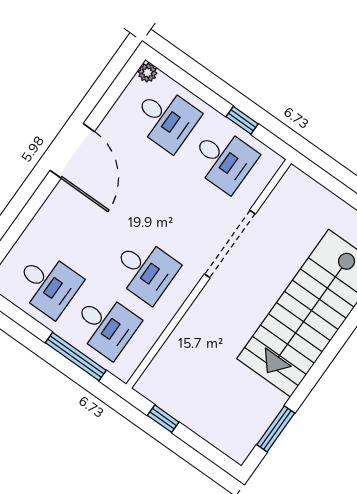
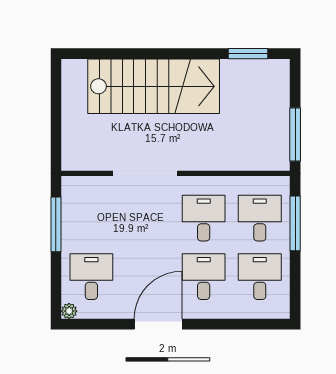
window: (242, 120) -> (56, 224), width x2.17
desk: (223, 159) -> (204, 277), moved
window: (163, 419) -> (295, 135), width x2.17

